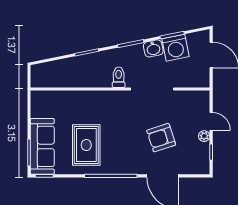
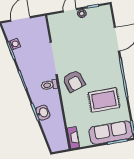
washbasin: (153, 48) -> (43, 113), moved
washing machine: (175, 48) -> (15, 44), width x0.53, depth x0.53
fireplace: (44, 96) -> (73, 138), added
armchair: (161, 138) -> (74, 81), moved

